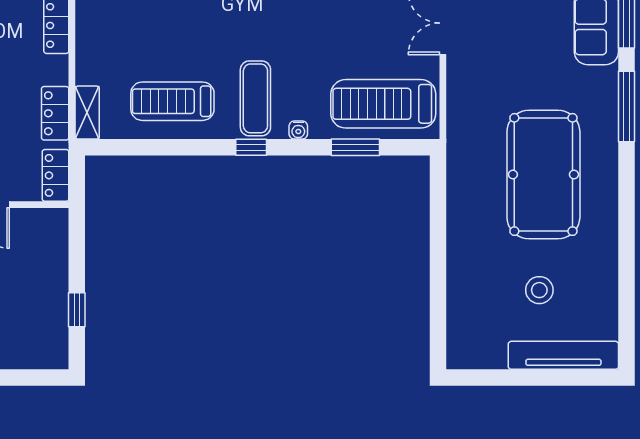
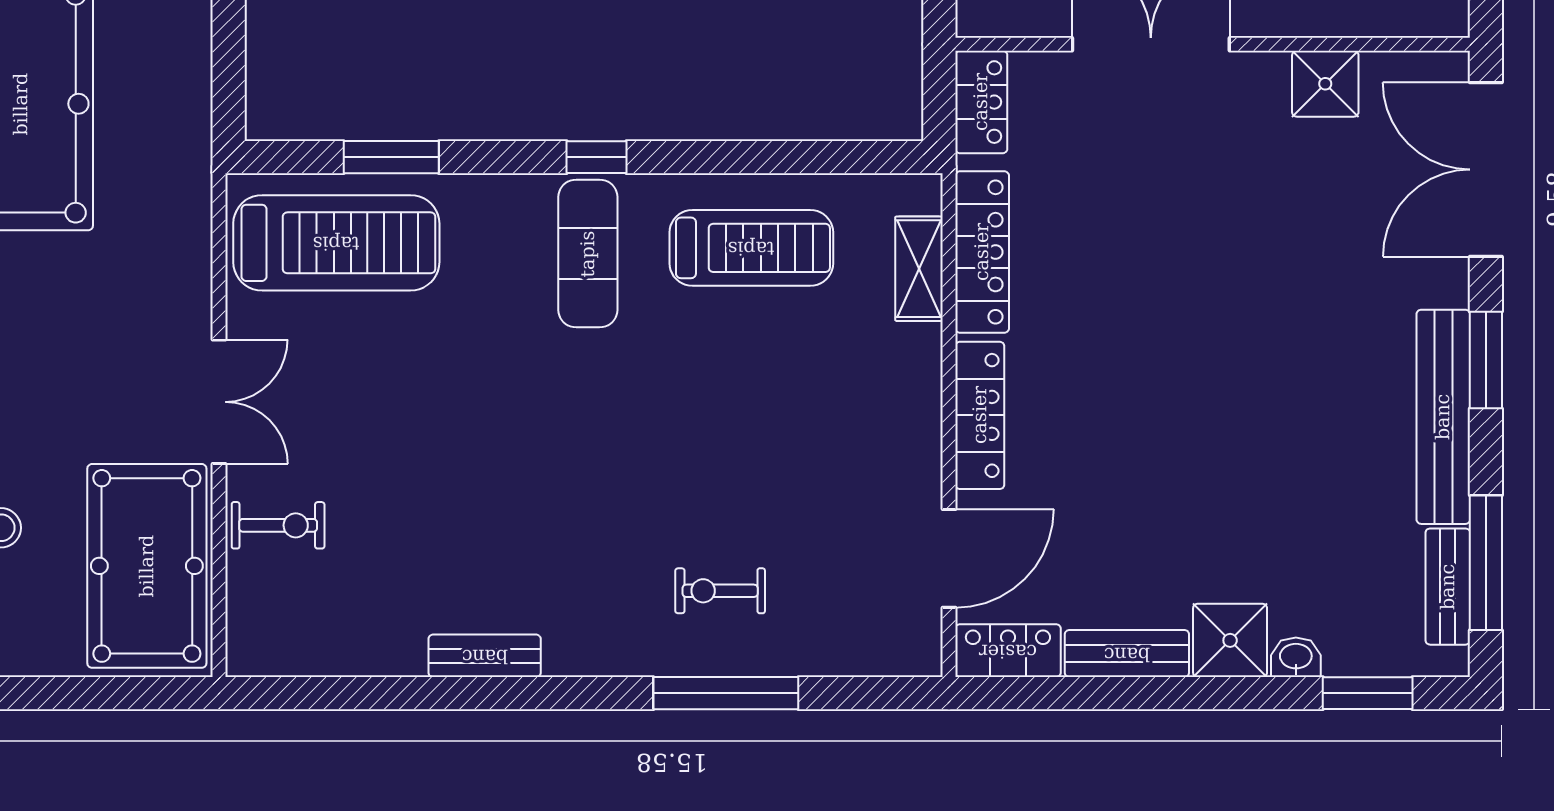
locker: (55, 113) -> (982, 252), width x1.53
shelving: (87, 113) -> (919, 269), moved
water cooler: (298, 130) -> (504, 191), removed

